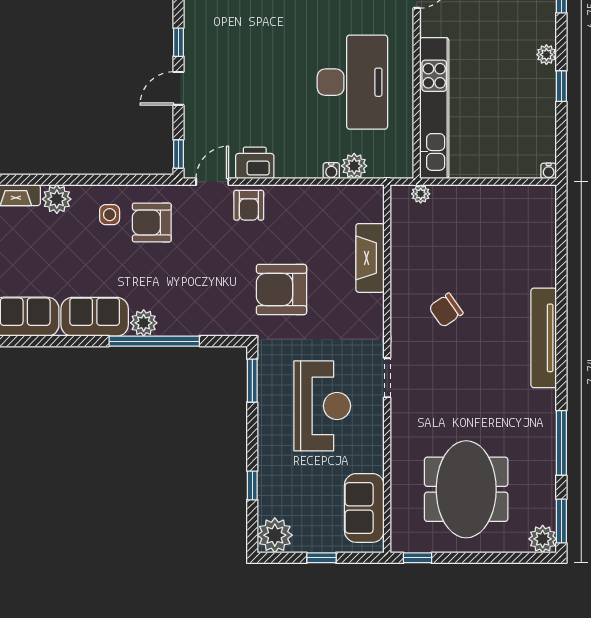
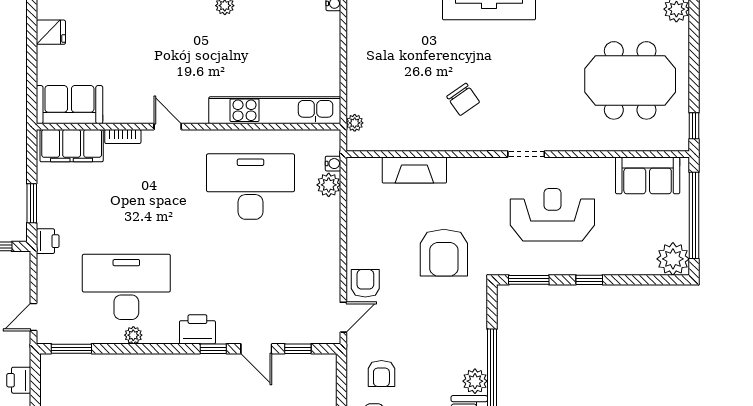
window: (178, 154) -> (298, 349), moved
printer: (255, 163) -> (197, 329), moved, turned 90
water cooler: (331, 171) -> (333, 164), moved
door: (212, 182) -> (343, 317), swing flipped
armchair: (249, 205) -> (365, 283), turned -90
armchair: (152, 223) -> (381, 374), width x0.72, depth x0.72
window: (252, 485) -> (589, 280), moved
window: (321, 558) -> (694, 215), width x3.17

